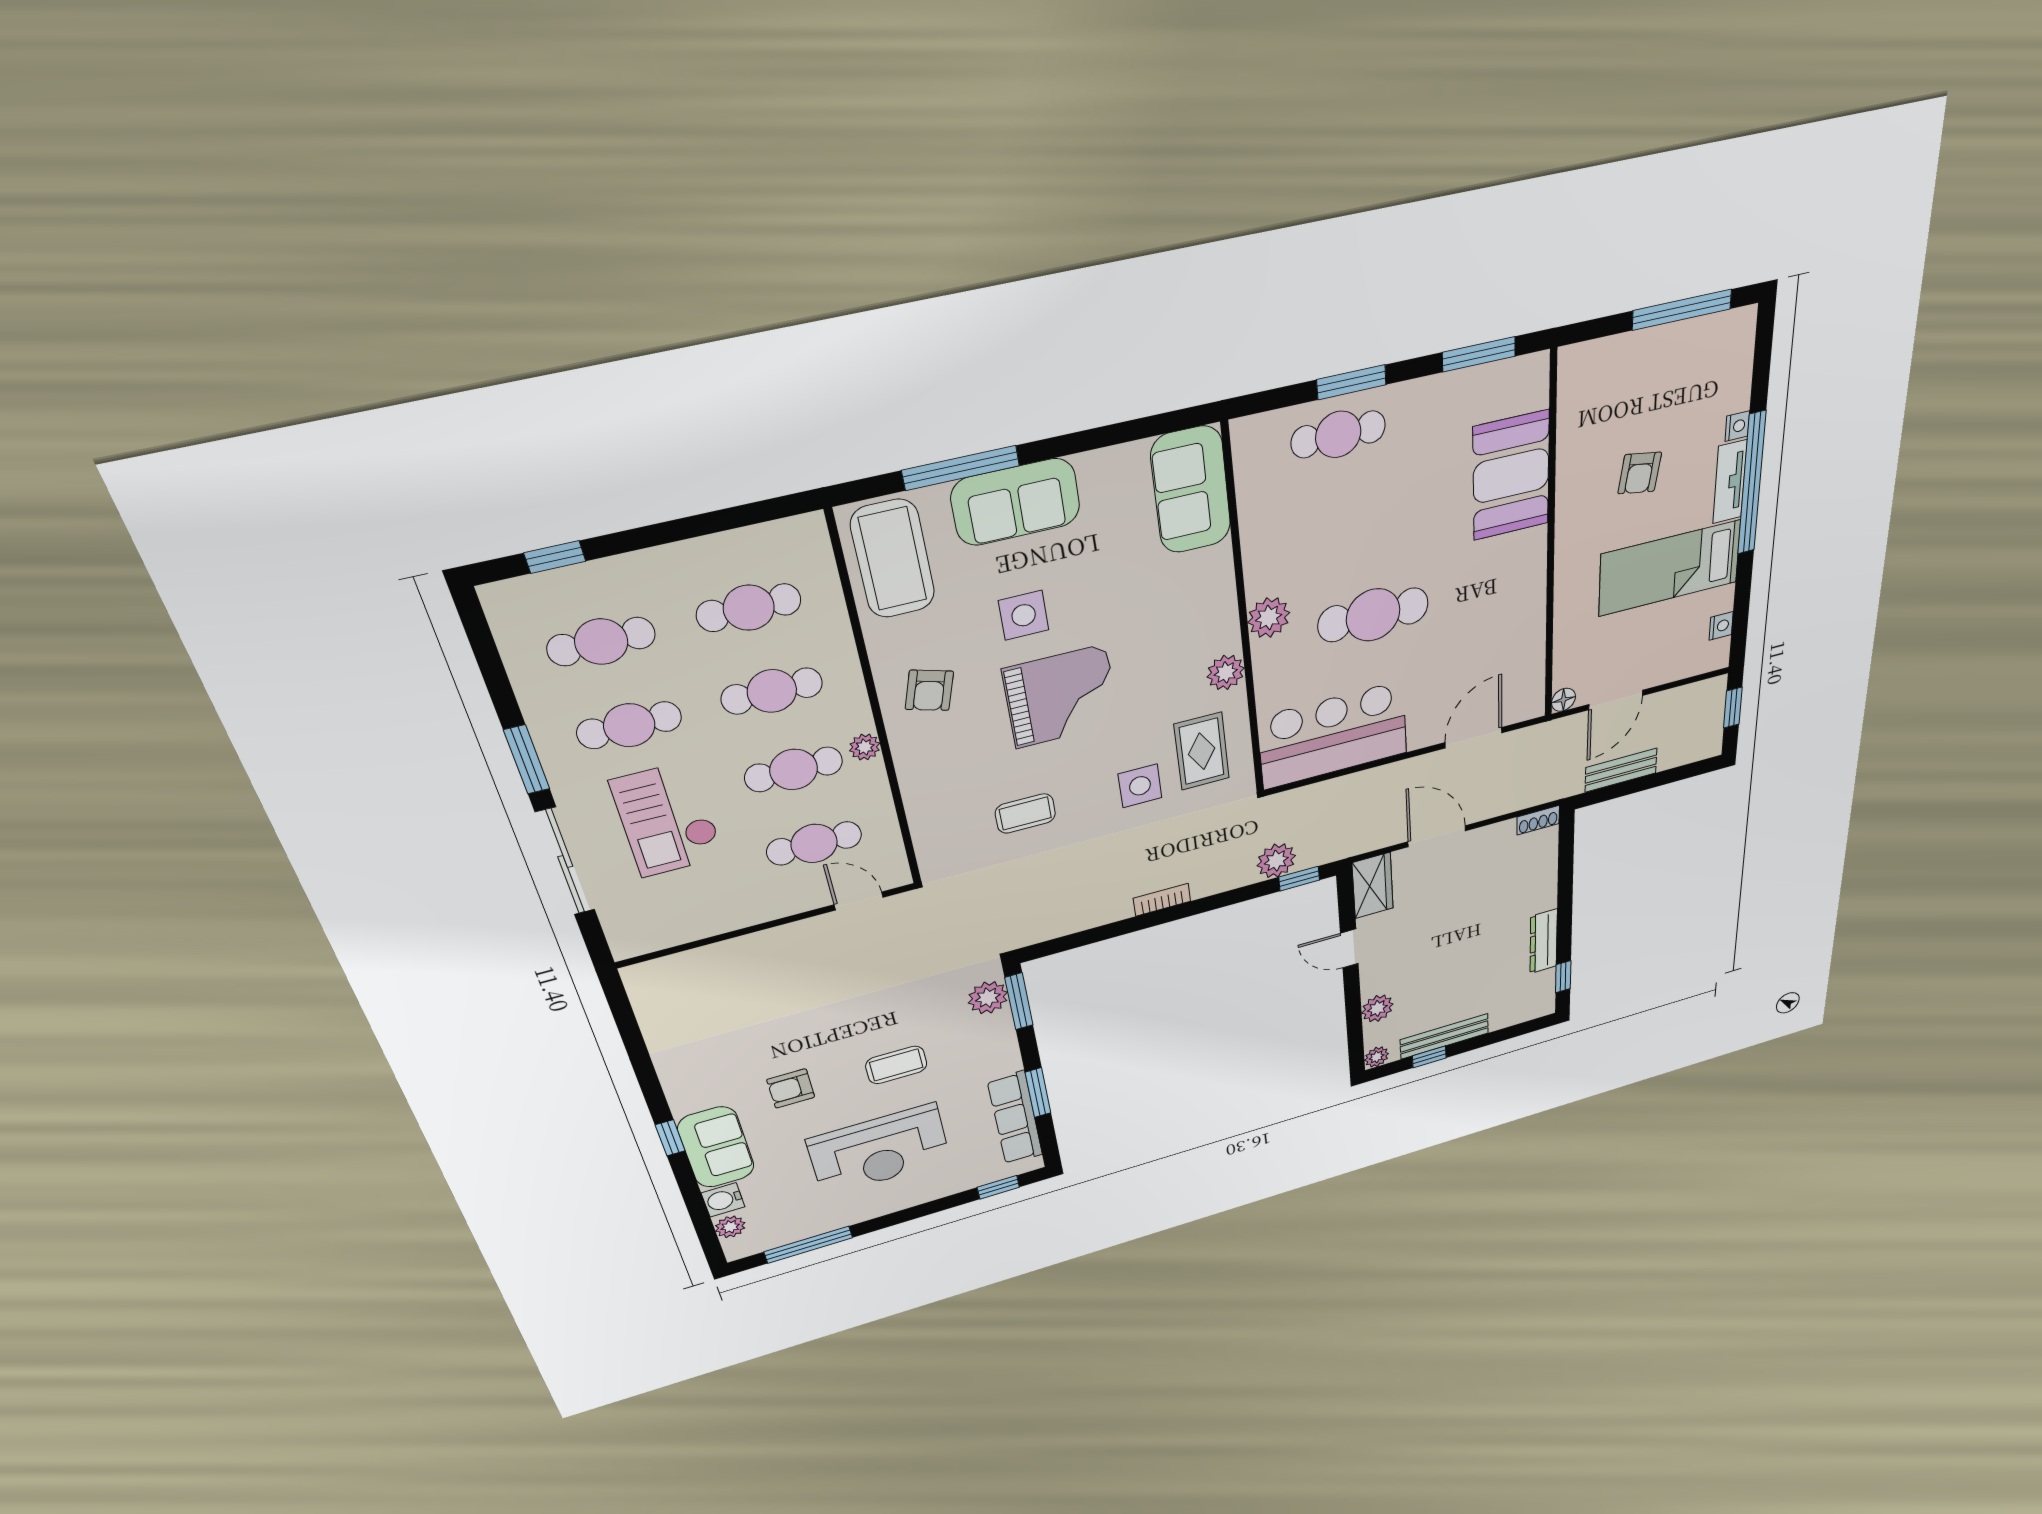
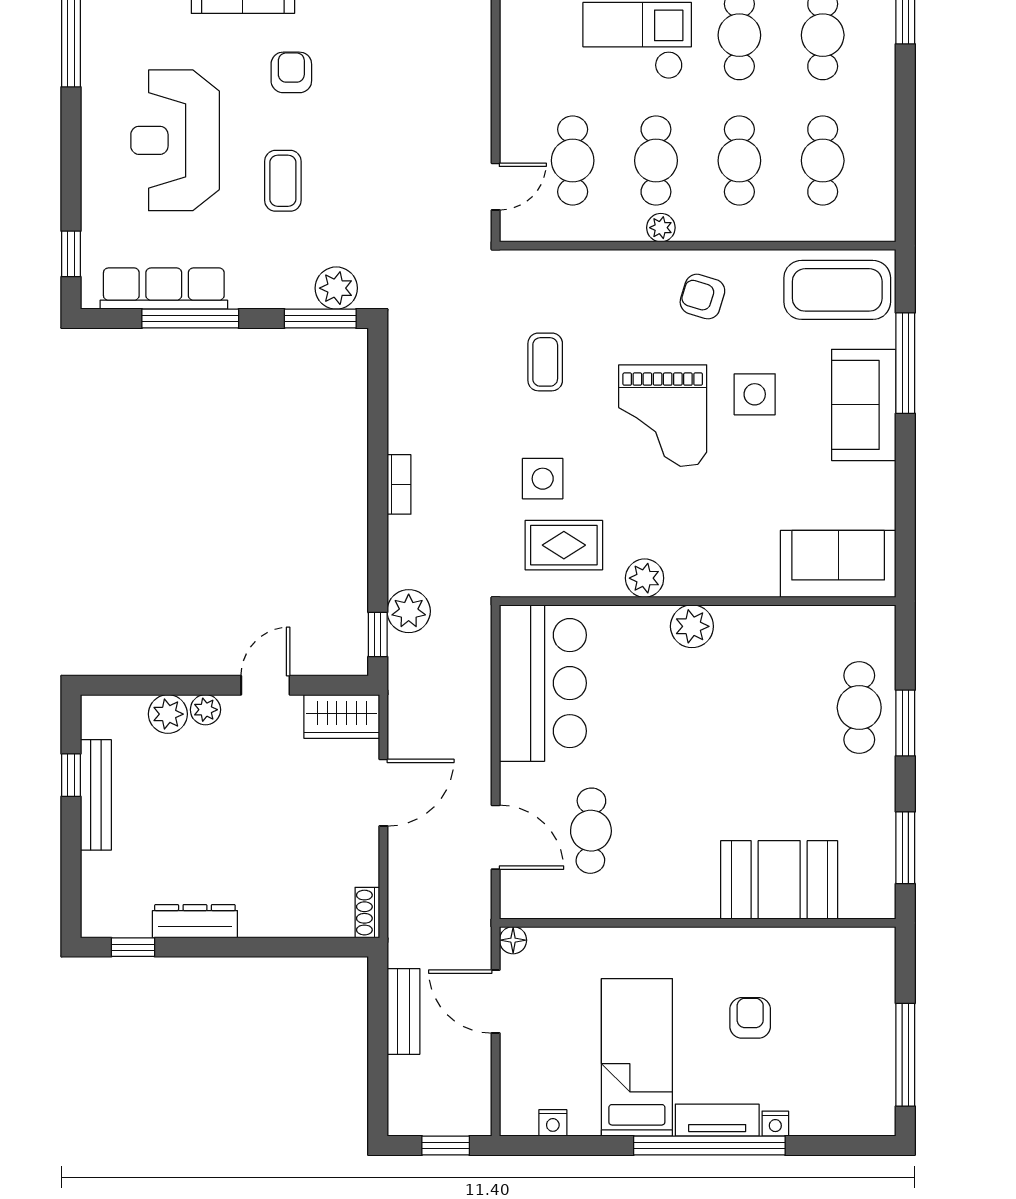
armchair: (1640, 473) -> (750, 1018), turned 81
cafe table: (1373, 615) -> (591, 831), moved, width x0.73, depth x0.74
plant: (1377, 1057) -> (205, 710), moved
window: (1038, 1093) -> (190, 319), width x1.44

